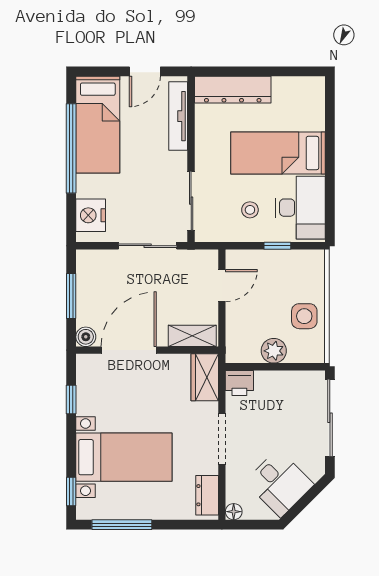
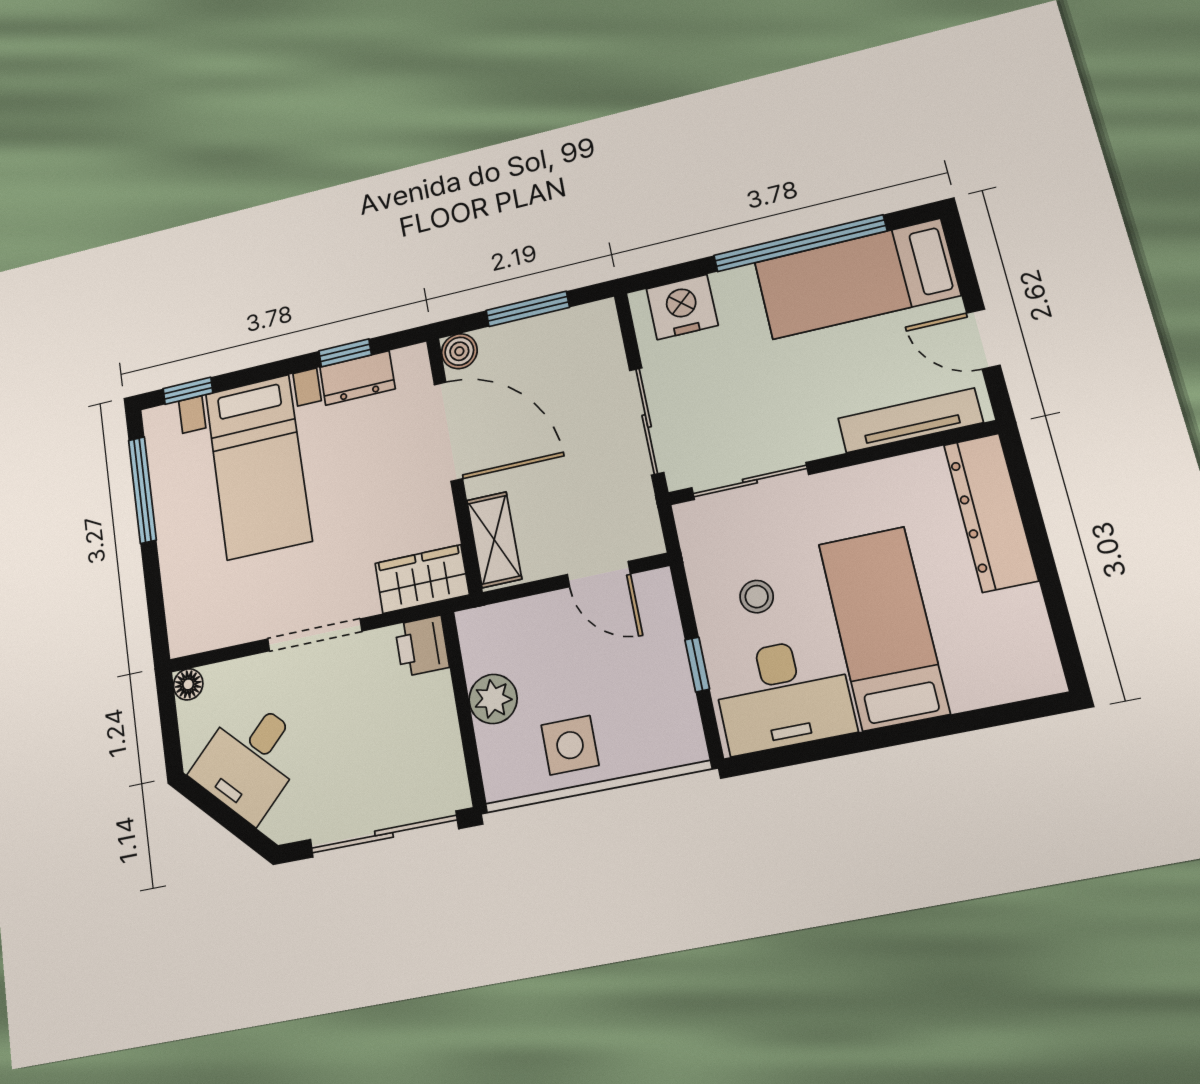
dresser: (207, 495) -> (357, 378), moved, turned 180

